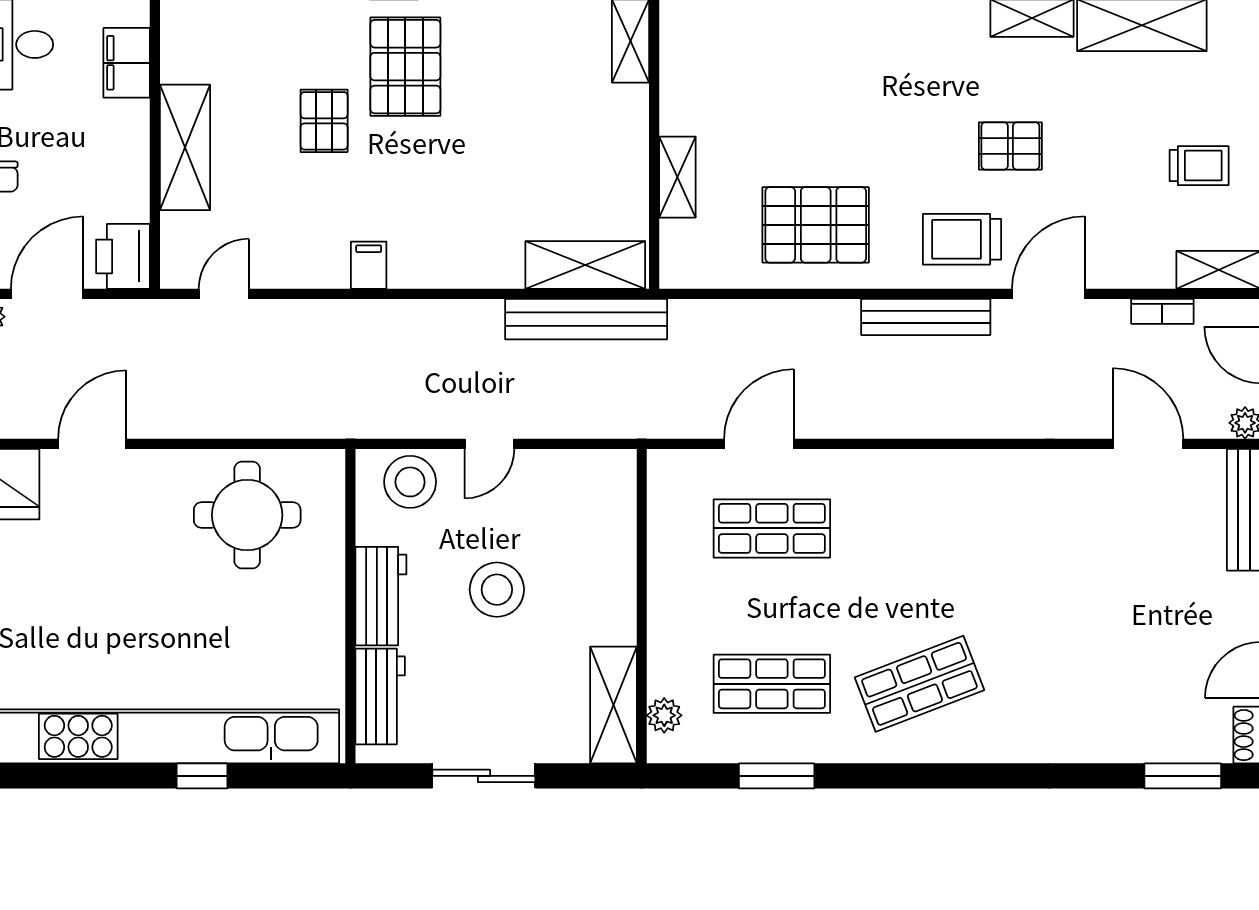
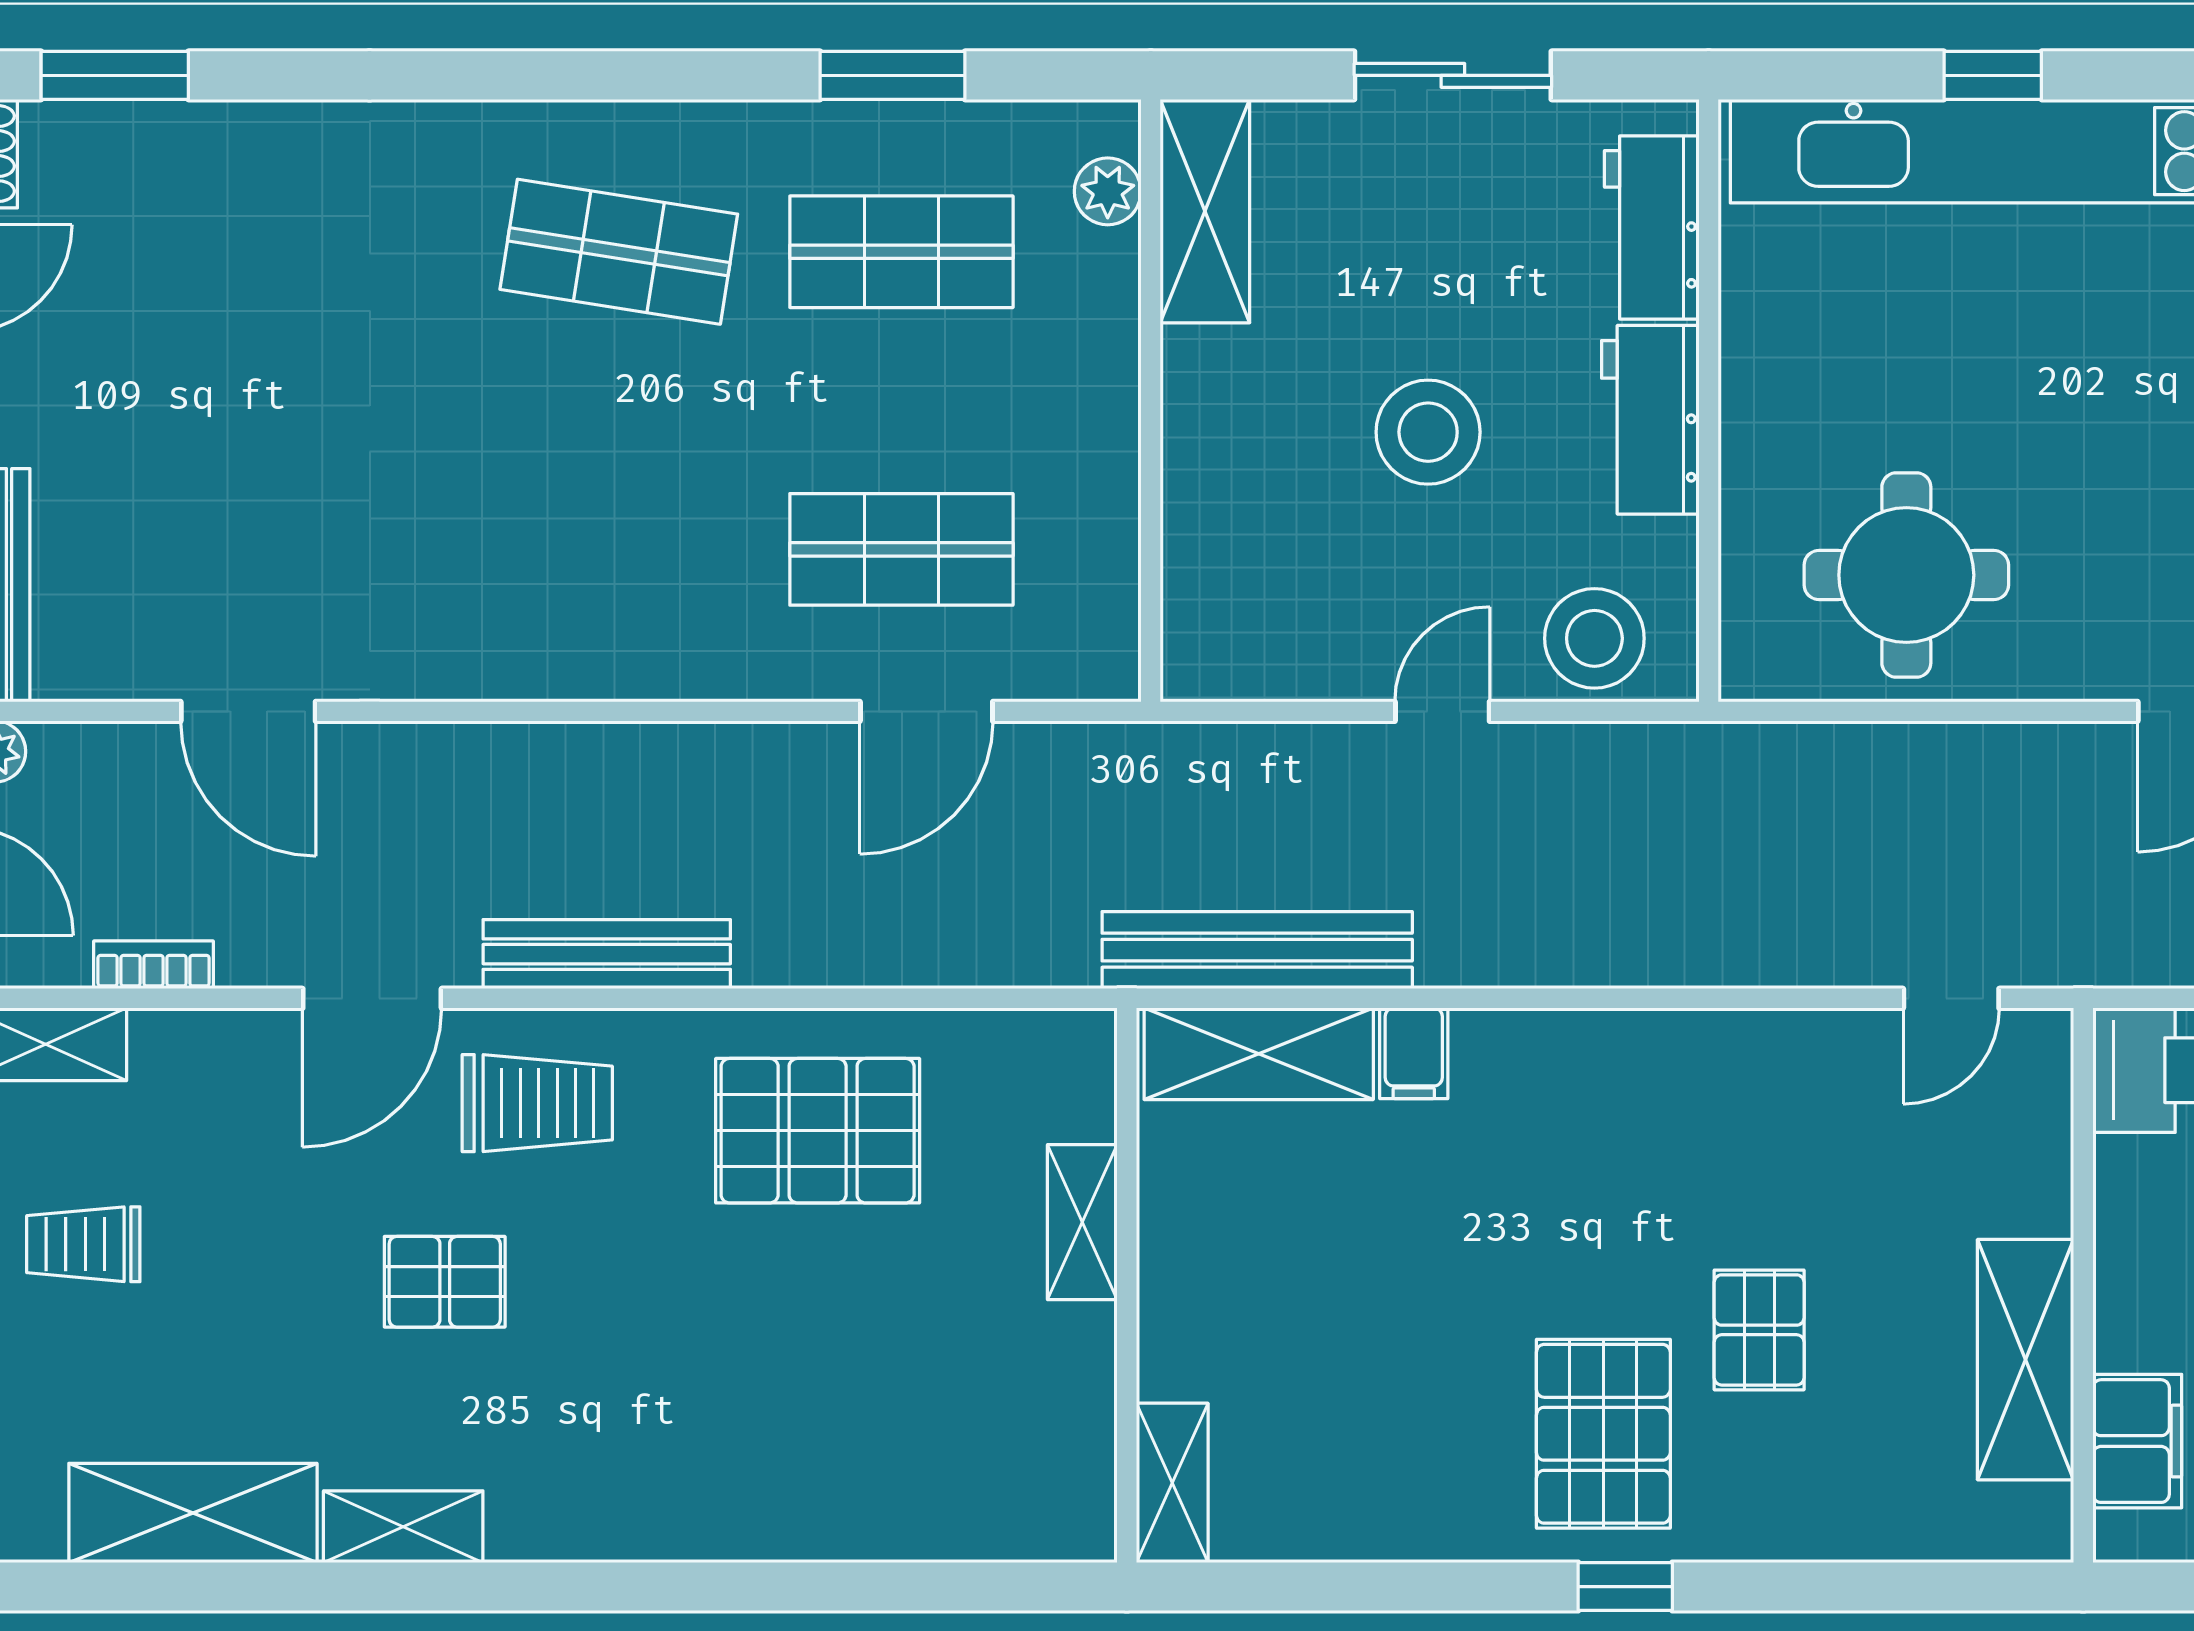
shelving: (185, 147) -> (2026, 1360), moved
filing cabinet: (369, 265) -> (1414, 1053), moved
door: (1148, 444) -> (248, 711), moved
shop shelf: (919, 684) -> (619, 252), turned 30

